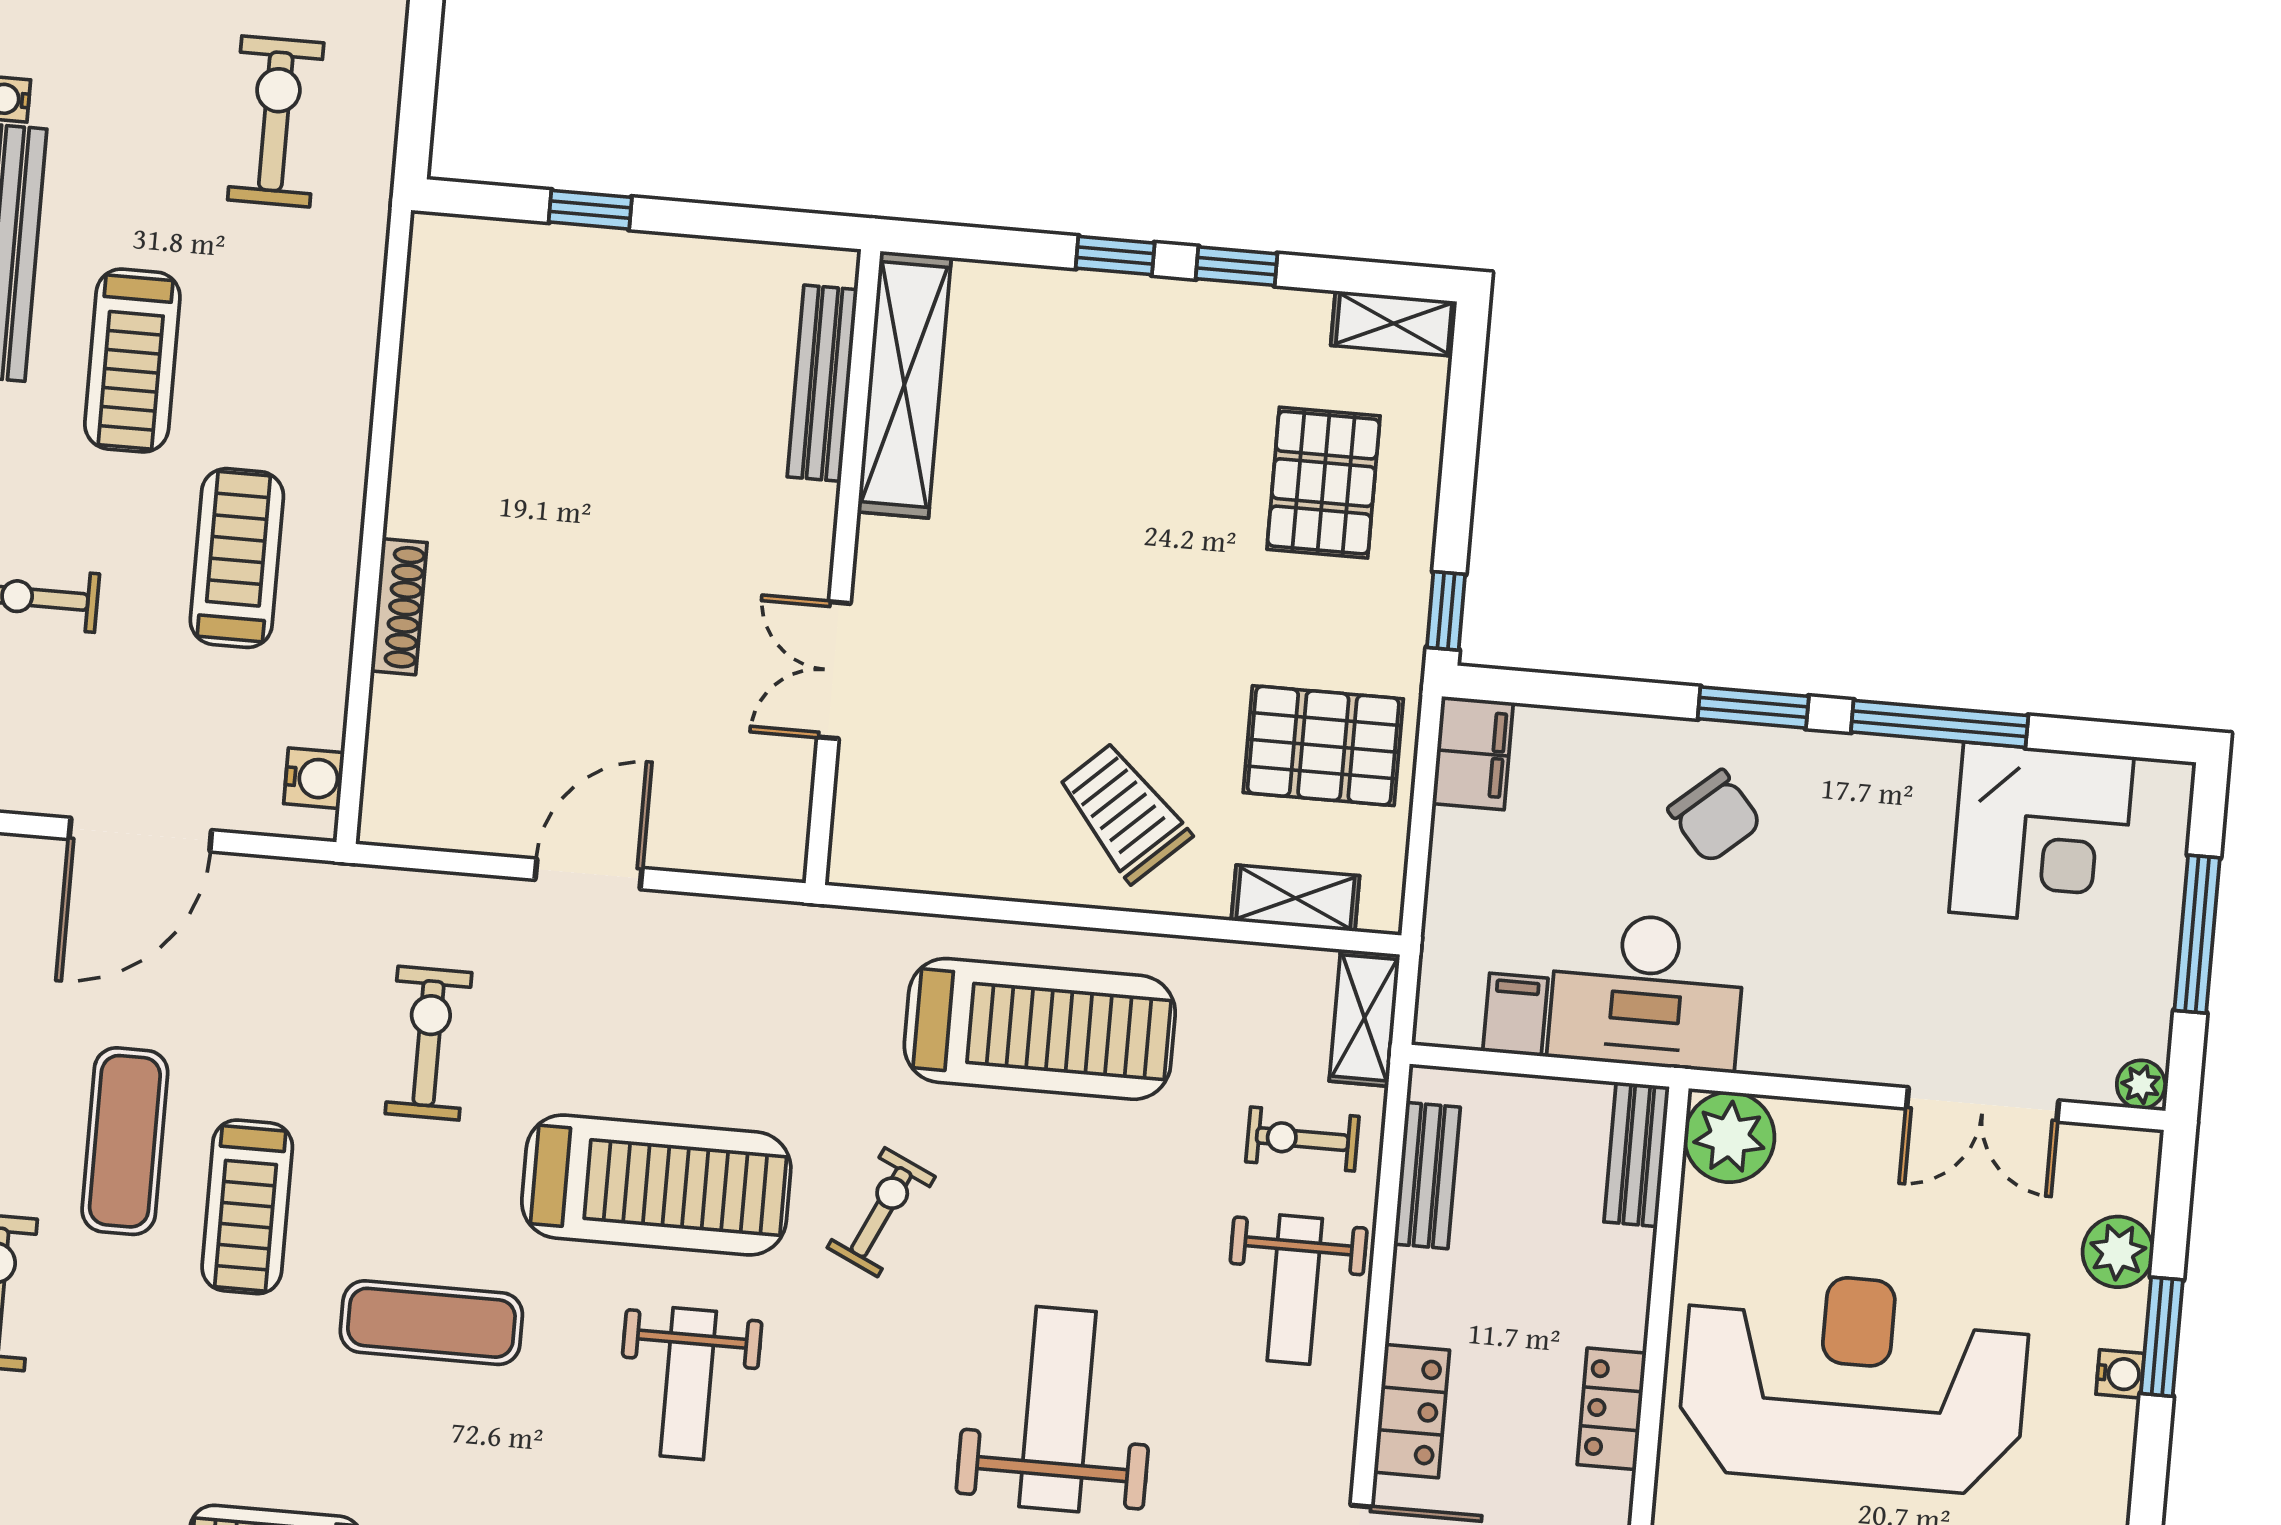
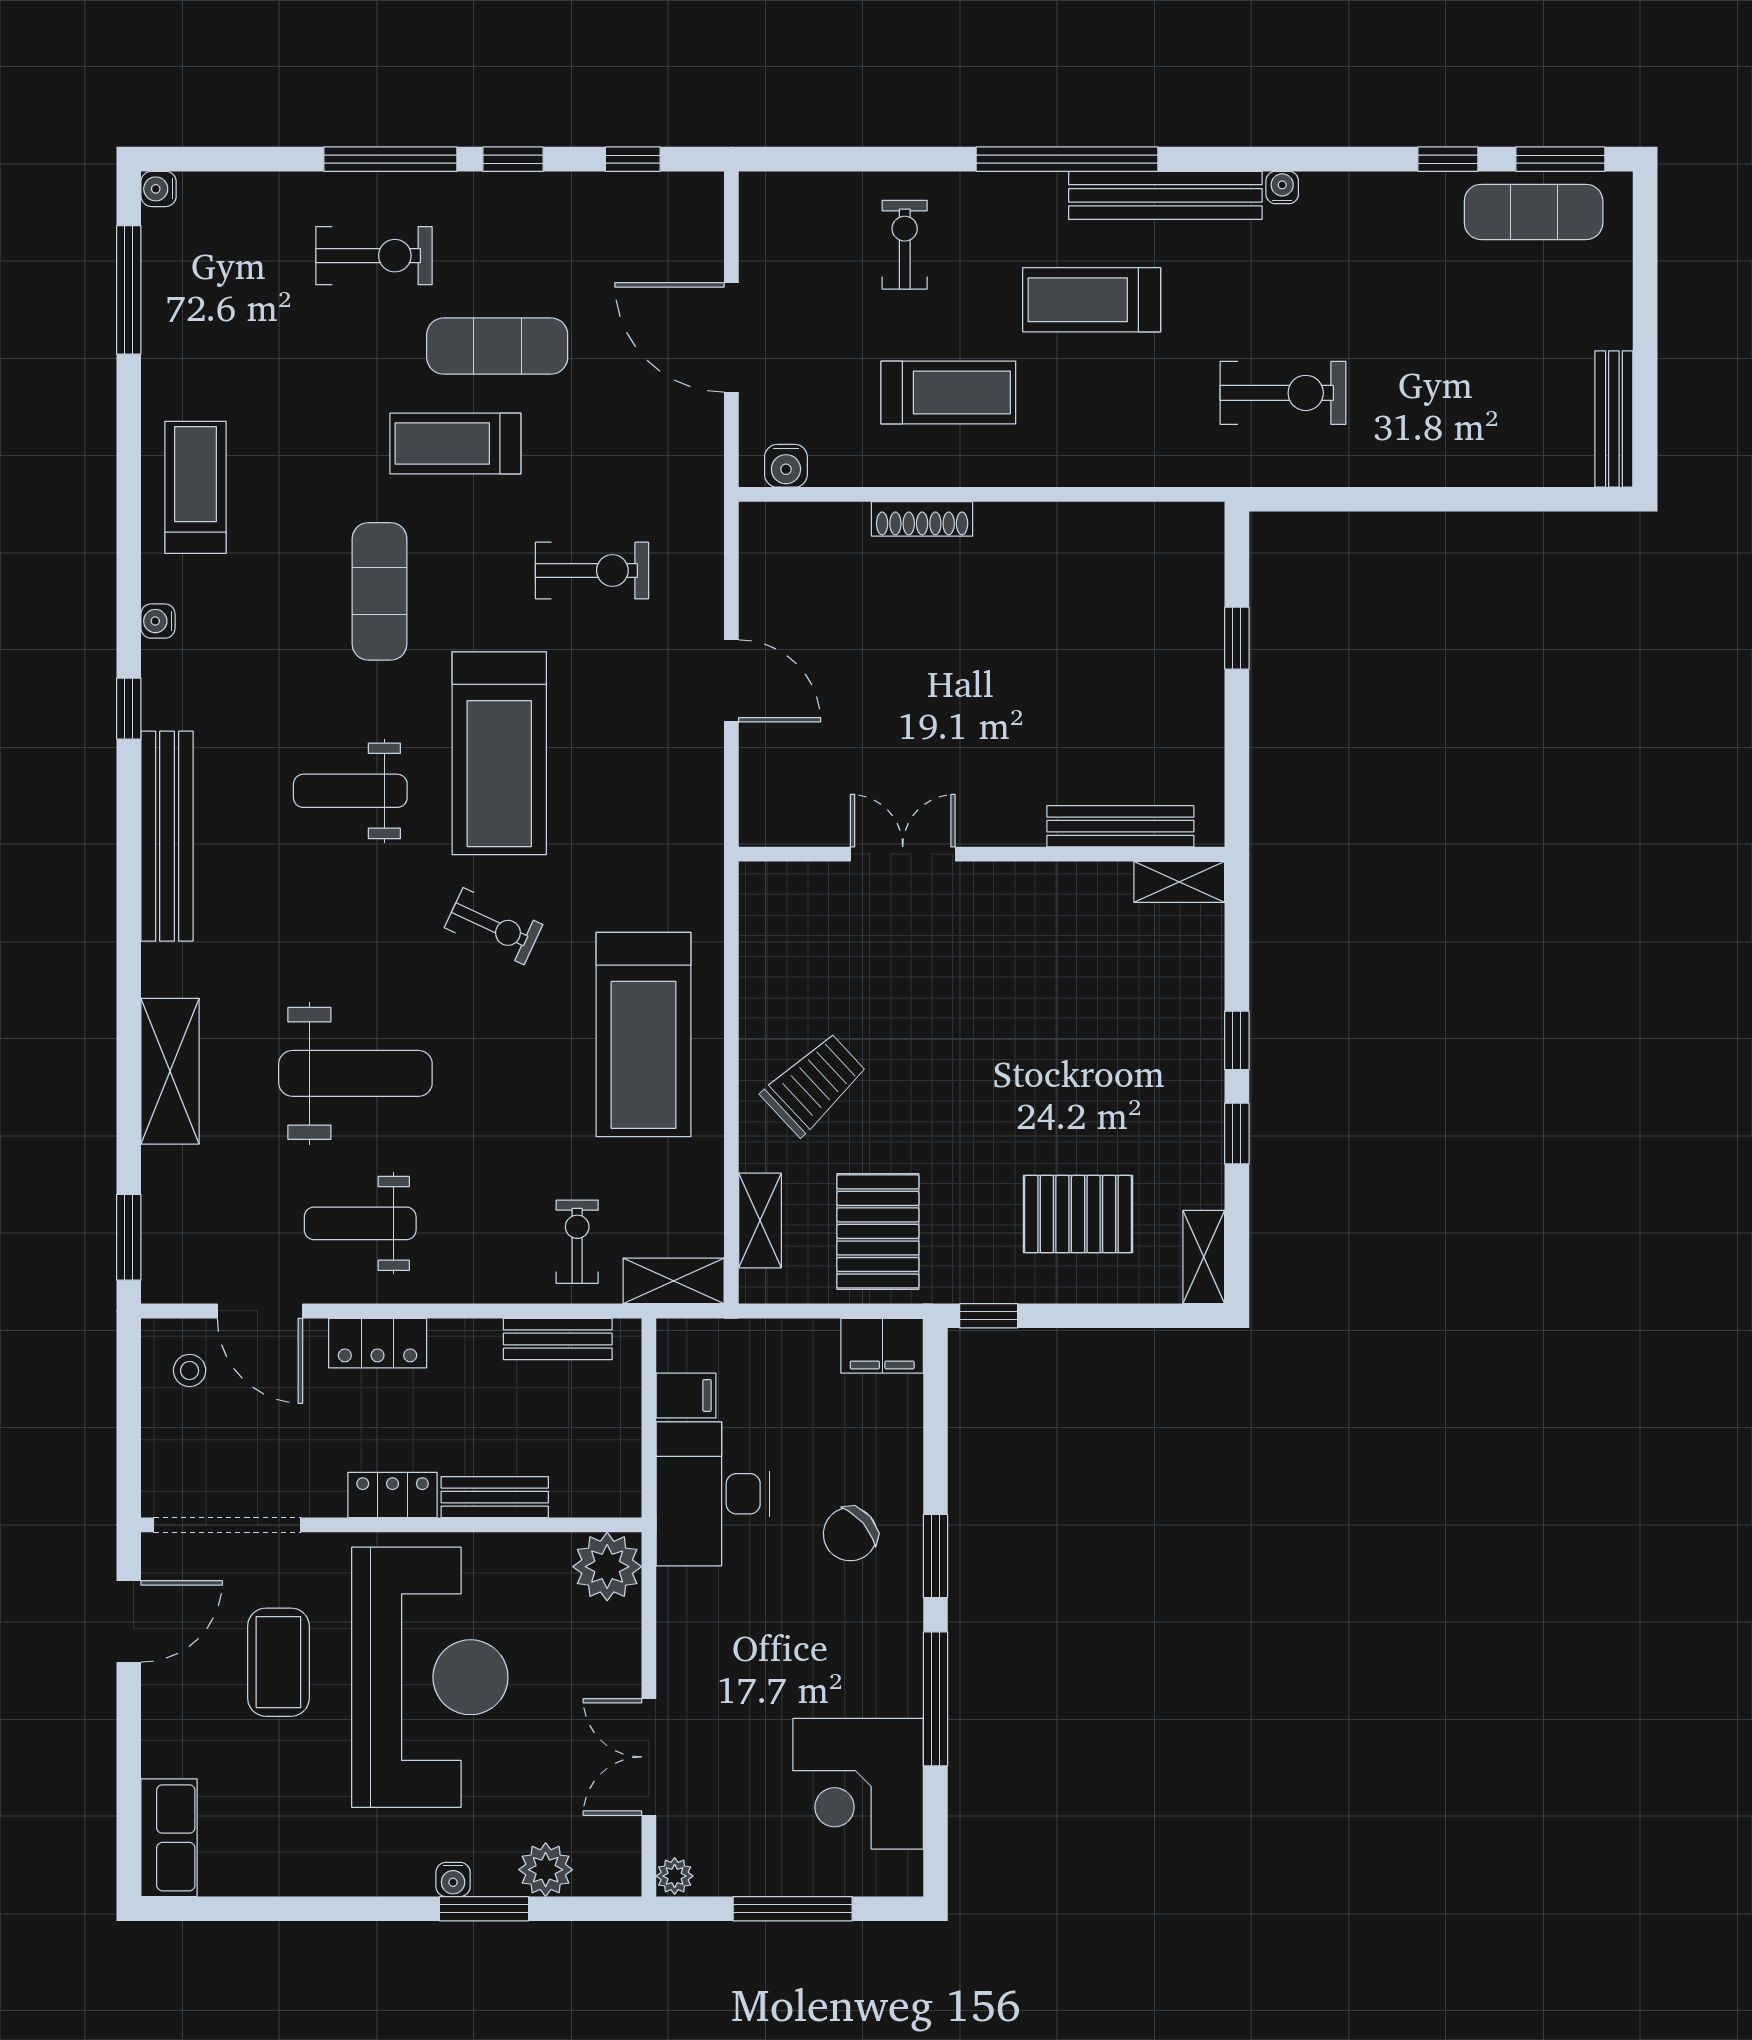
shelving: (904, 385) -> (1179, 882), width x0.45, depth x0.75
bench: (1637, 1154) -> (495, 1497), moved
weight bench: (1295, 1290) -> (360, 1223), moved

